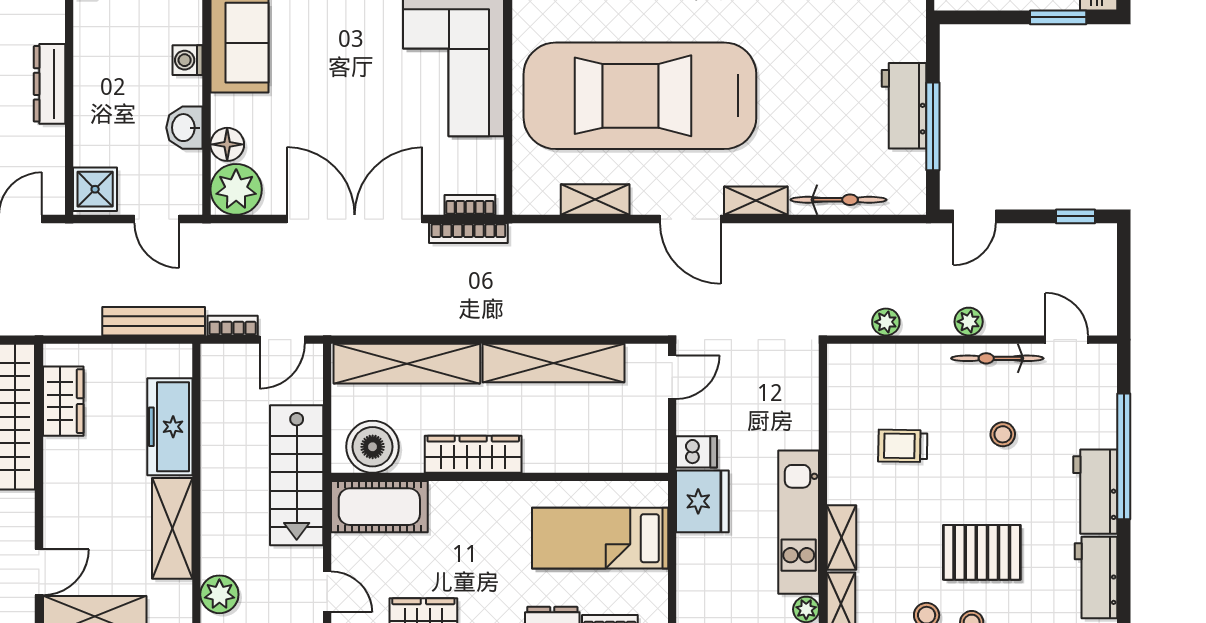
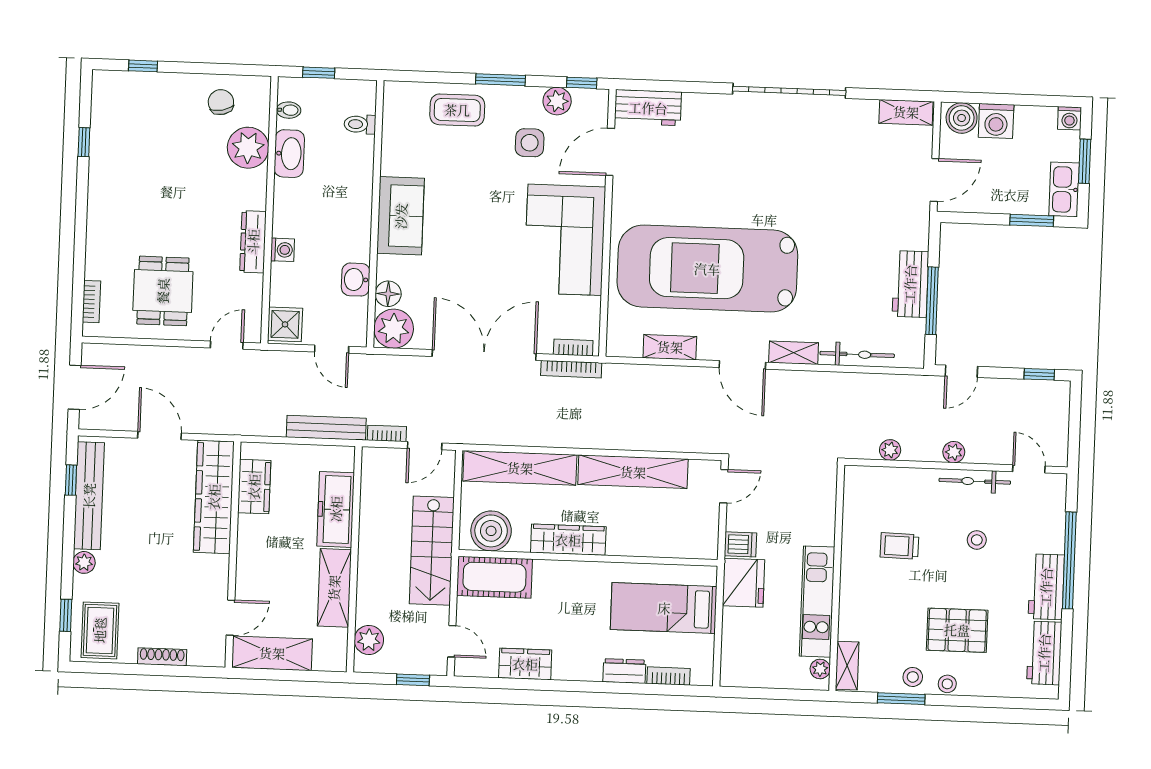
washing machine: (188, 60) -> (282, 250), moved, turned 180
shelving: (841, 537) -> (850, 615), removed

